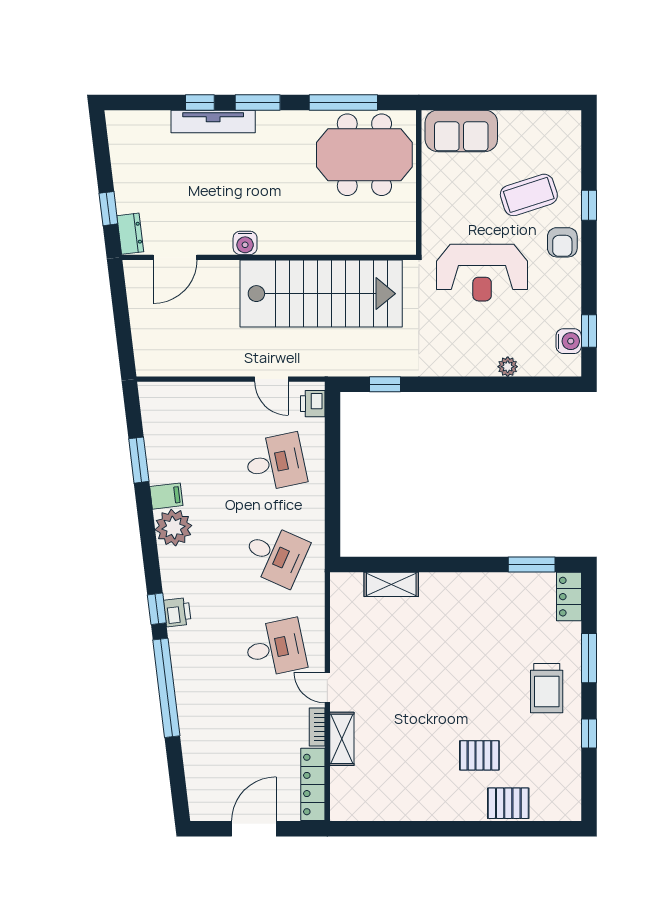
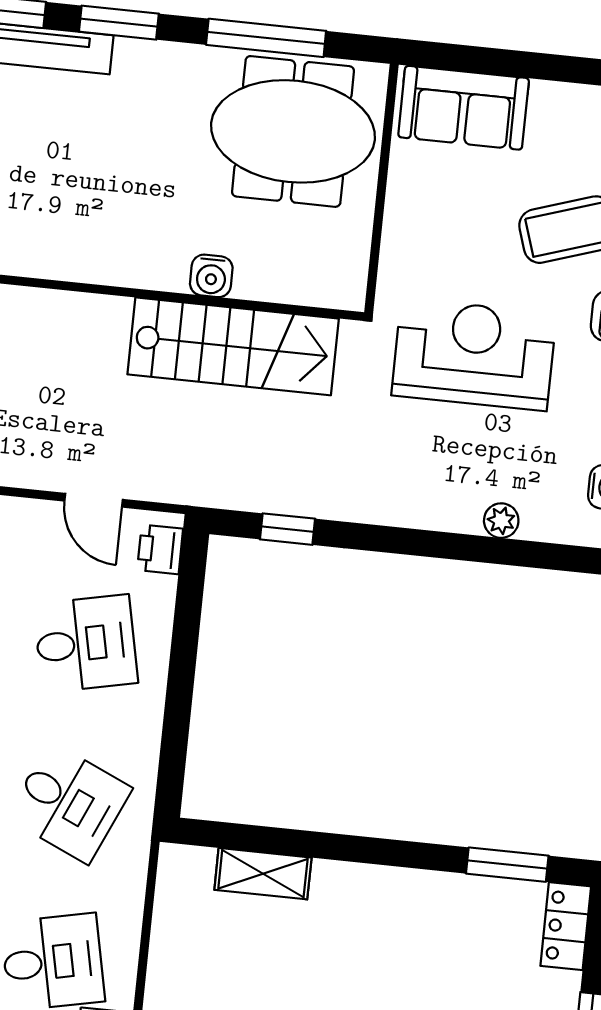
water cooler: (245, 243) -> (211, 276), moved
reception desk: (482, 273) -> (474, 354), turned 180
stairs: (321, 294) -> (233, 346), width x0.73, depth x0.66

